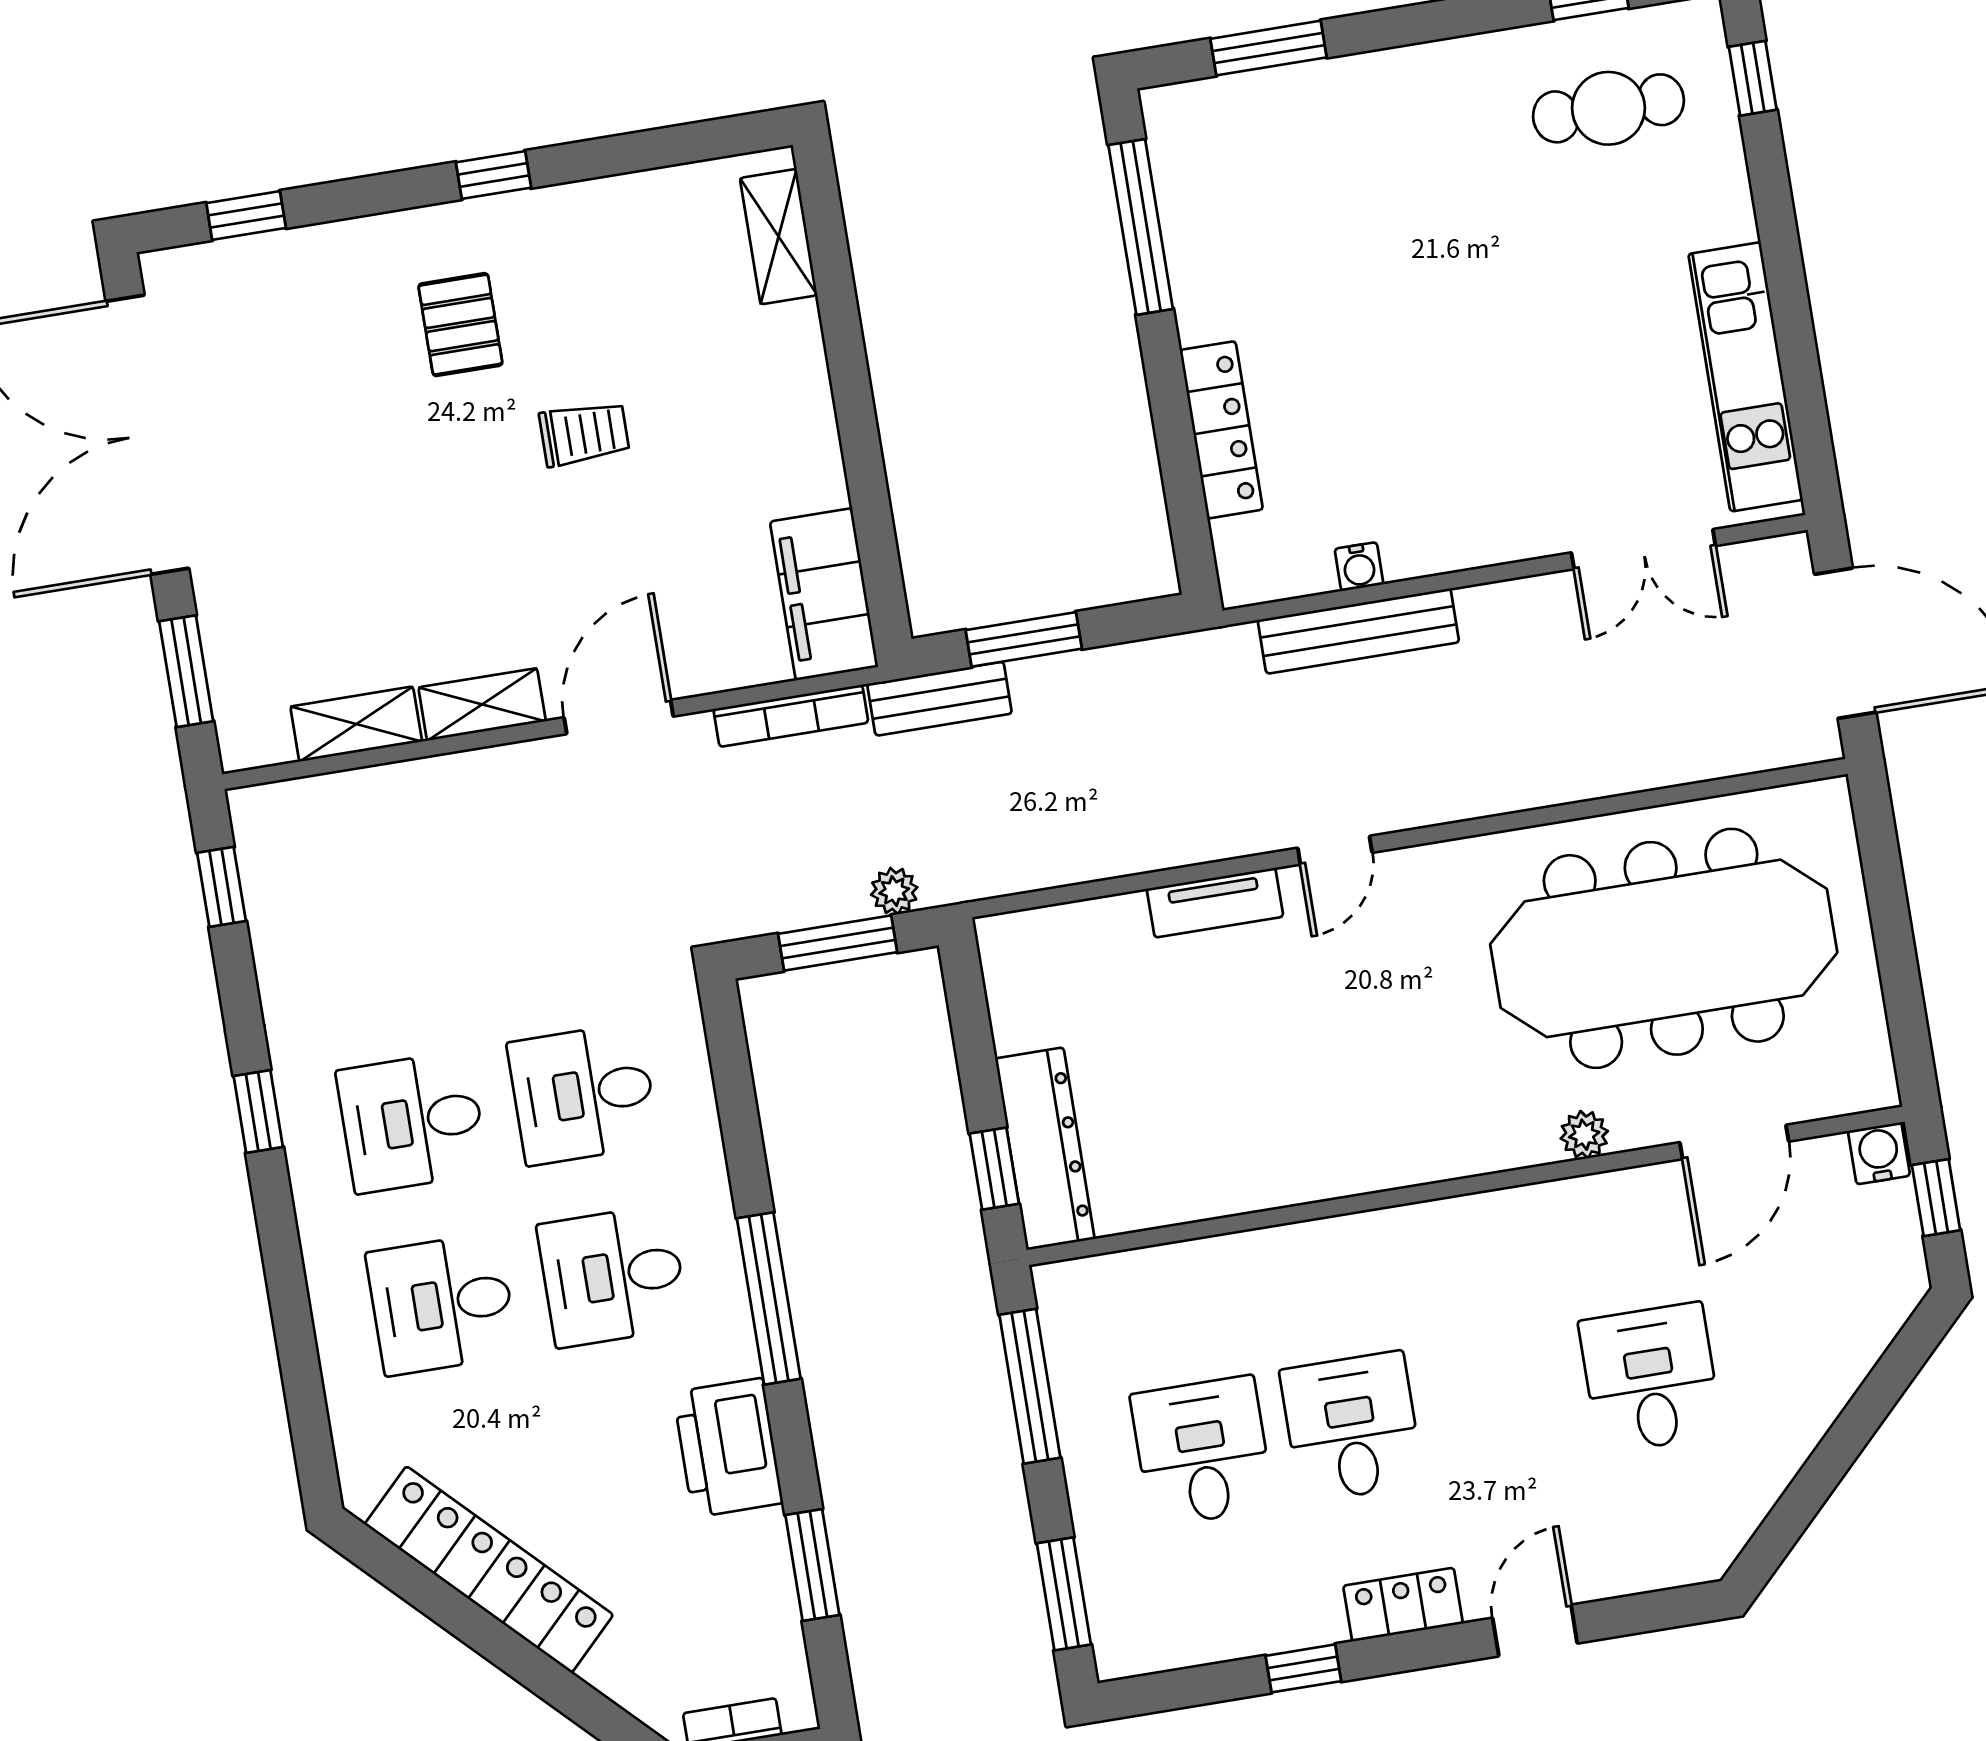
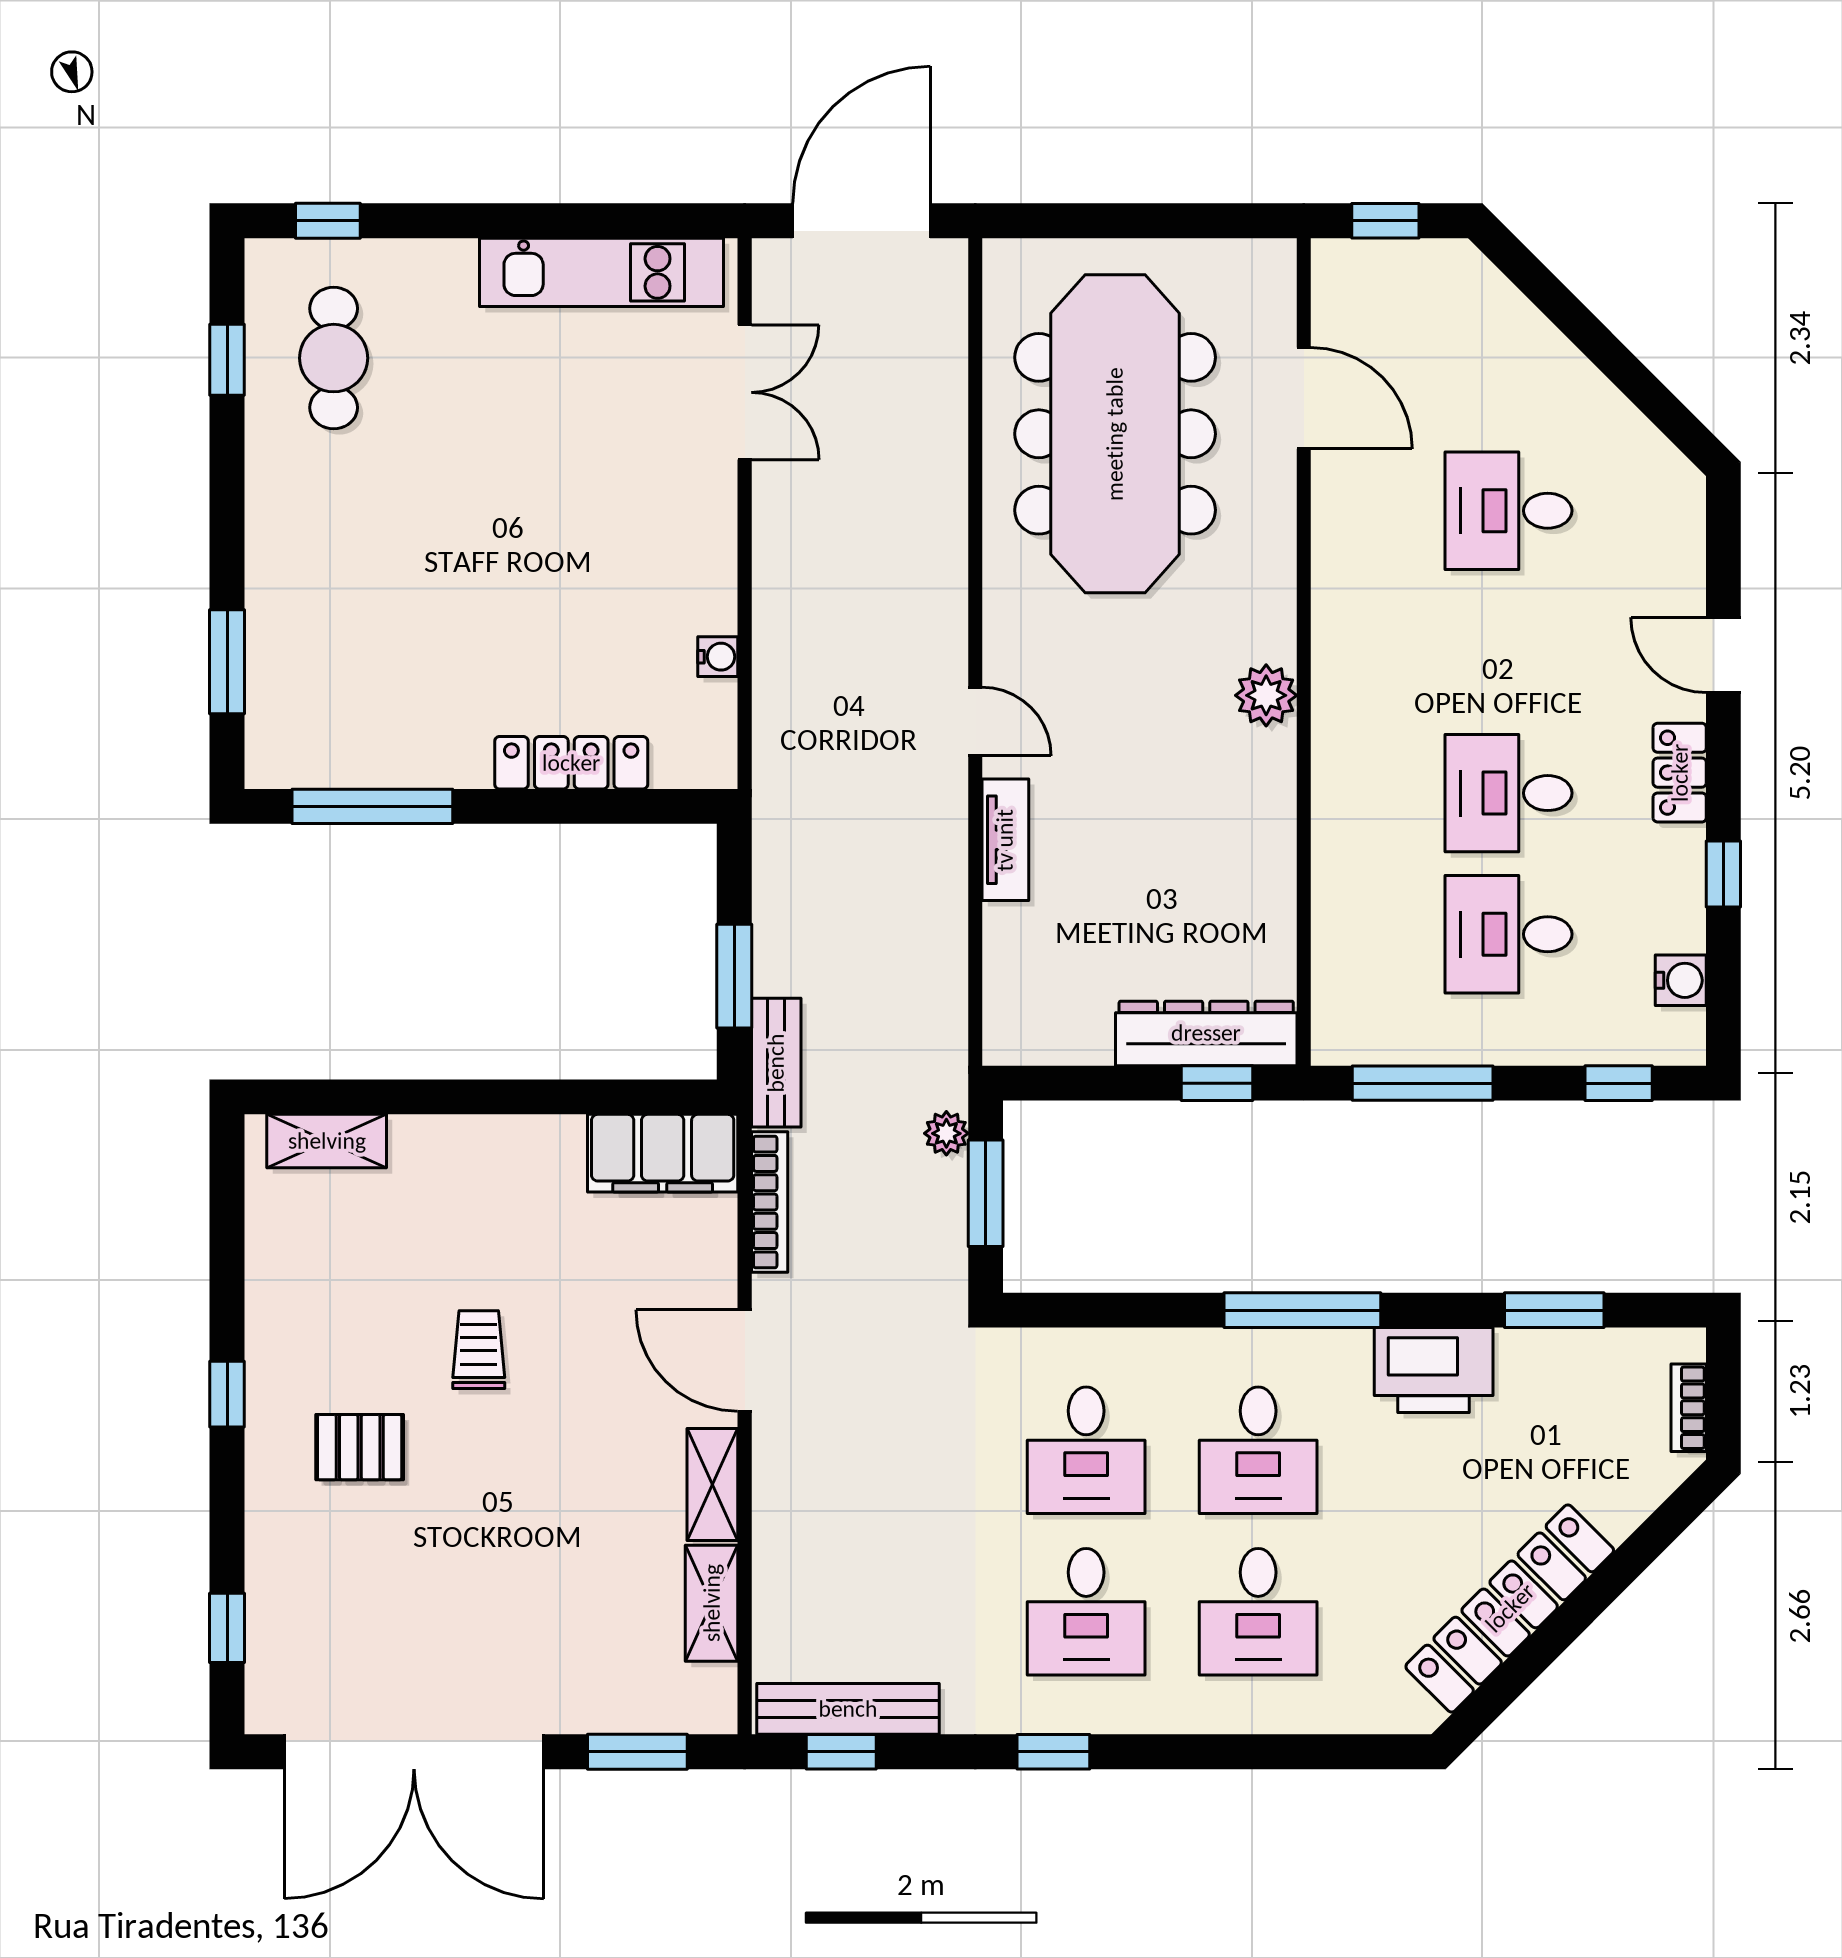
bench: (1358, 631) -> (848, 1709), moved, turned 90
plant: (1584, 1135) -> (1266, 695), moved, width x1.38, depth x1.38
water cooler: (1879, 1153) -> (1681, 980), moved, turned 180
window: (1064, 1594) -> (1619, 1083), width x0.67

